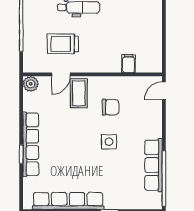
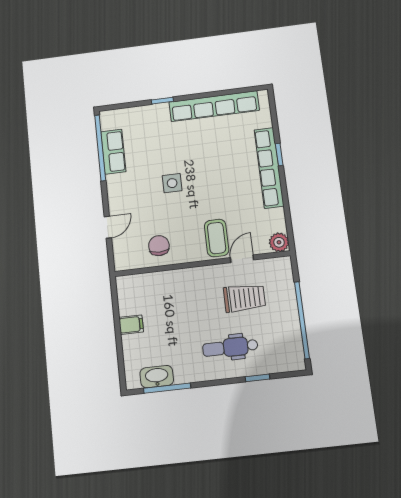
filing cabinet: (129, 64) -> (131, 325), moved, turned -90
door: (164, 91) -> (108, 227), moved
chair: (111, 107) -> (159, 246), moved, turned 90
row of seats: (154, 165) -> (113, 152), width x0.68

